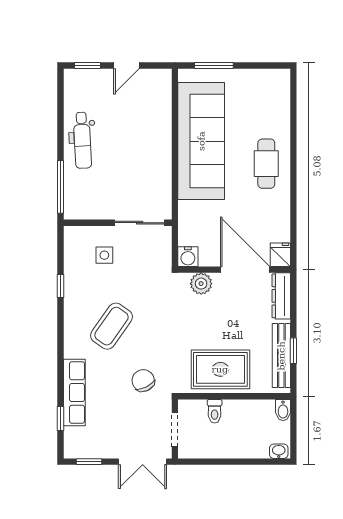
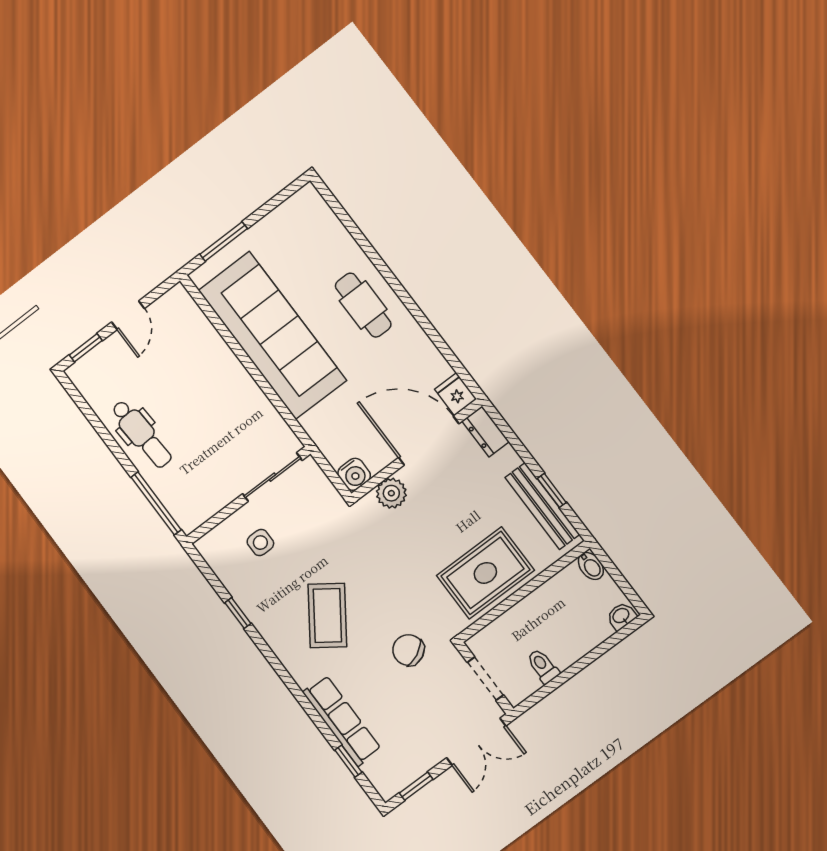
dresser: (281, 296) -> (485, 431), width x0.70
toilet: (215, 411) -> (543, 666), moved, turned 180

